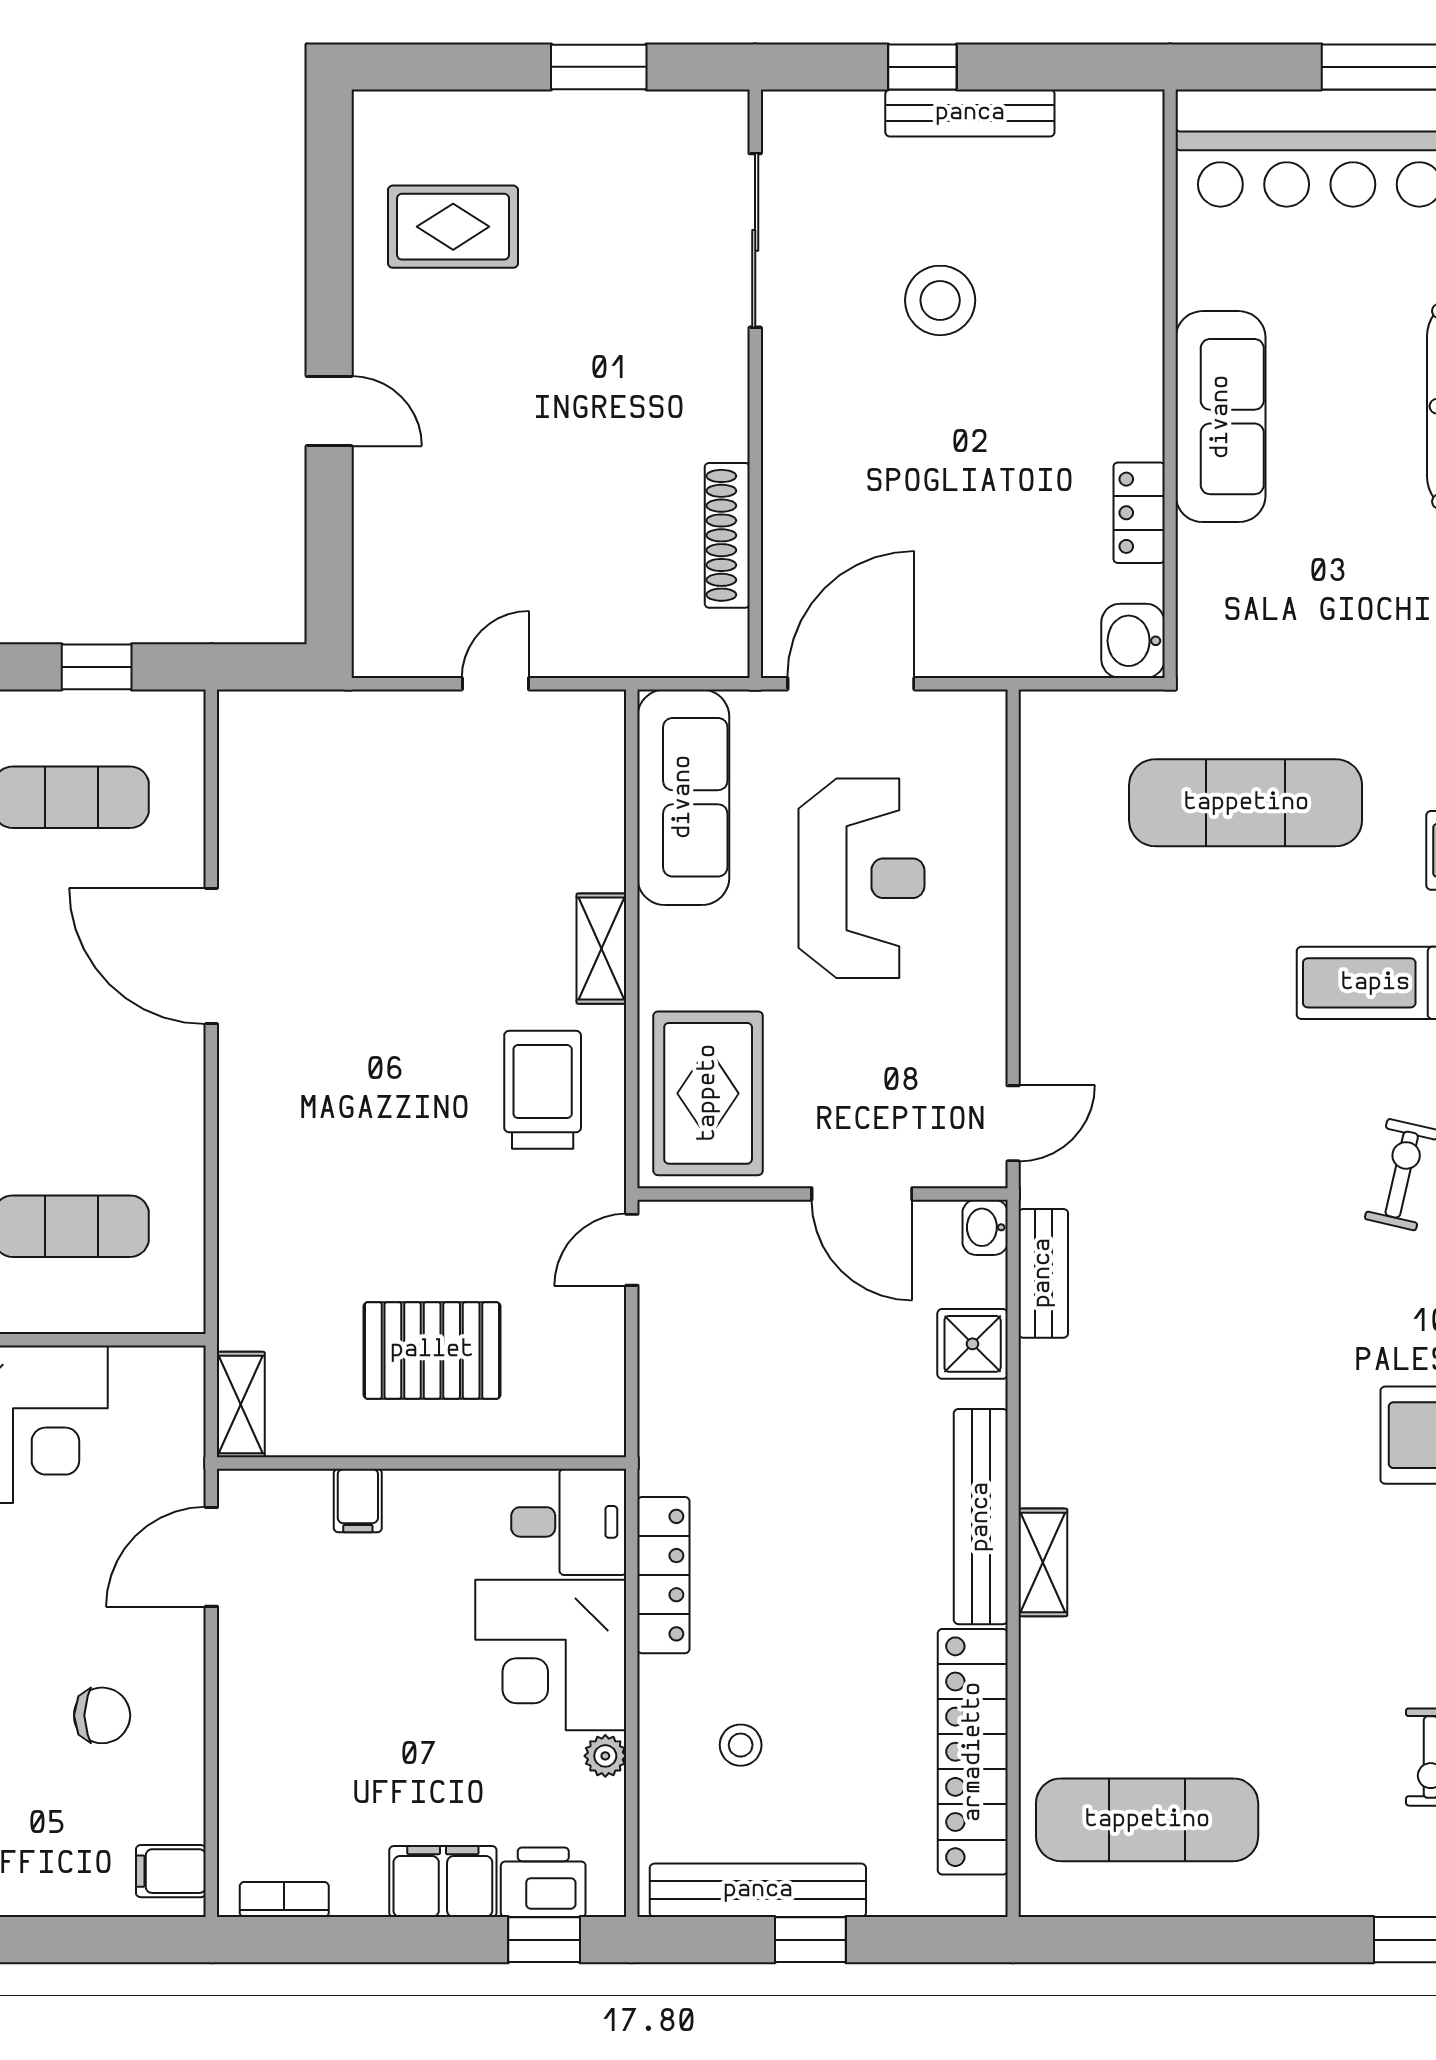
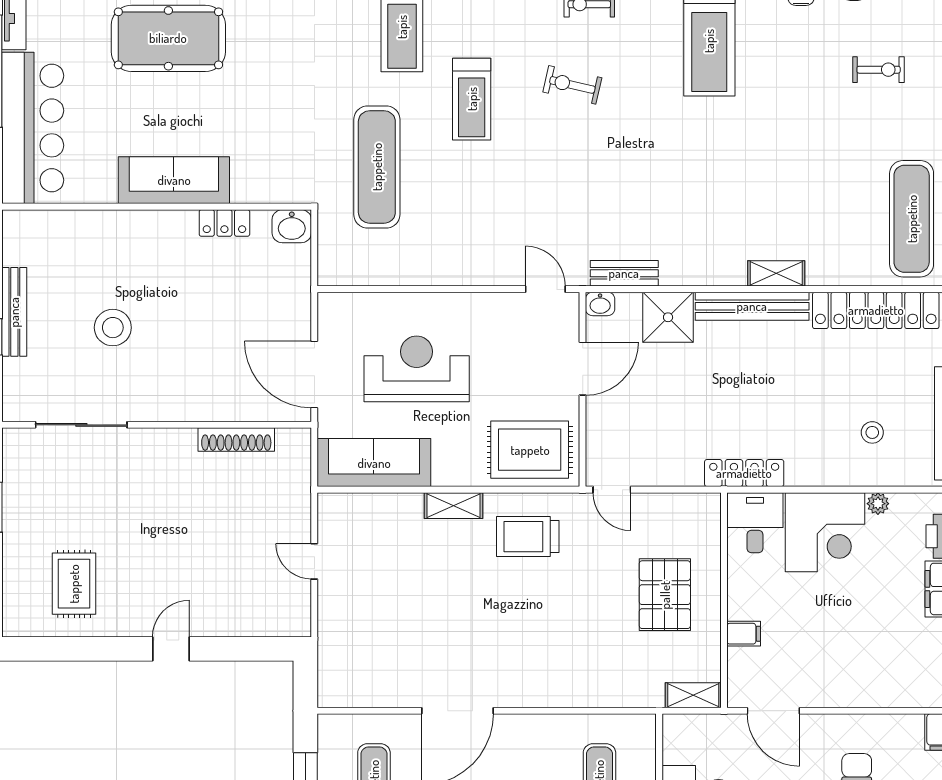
shower: (973, 1344) -> (668, 317), width x1.36, depth x1.36
locker: (663, 1575) -> (744, 473), moved

